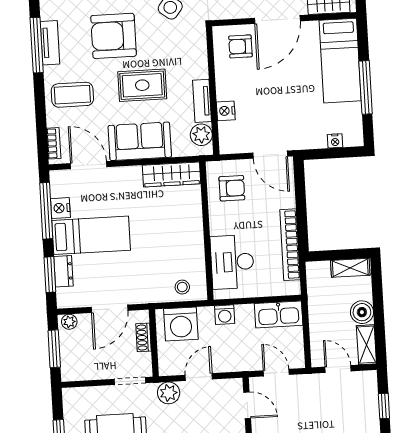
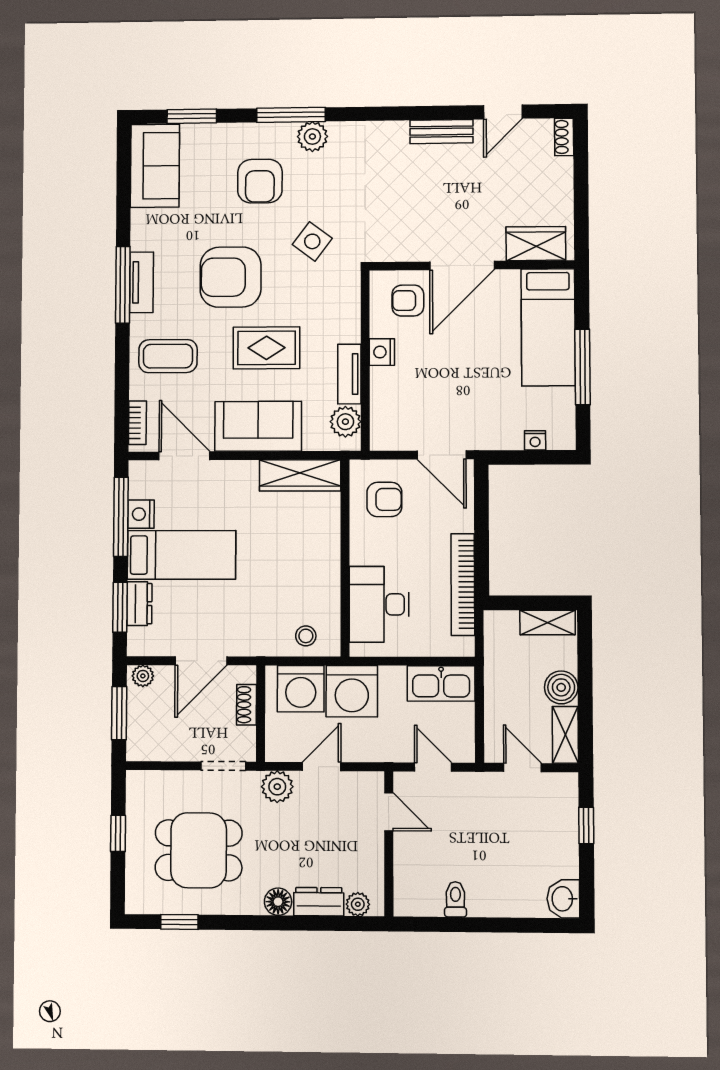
nightstand: (226, 111) -> (382, 352), moved
washing machine: (225, 315) -> (352, 691), width x1.89, depth x1.89

